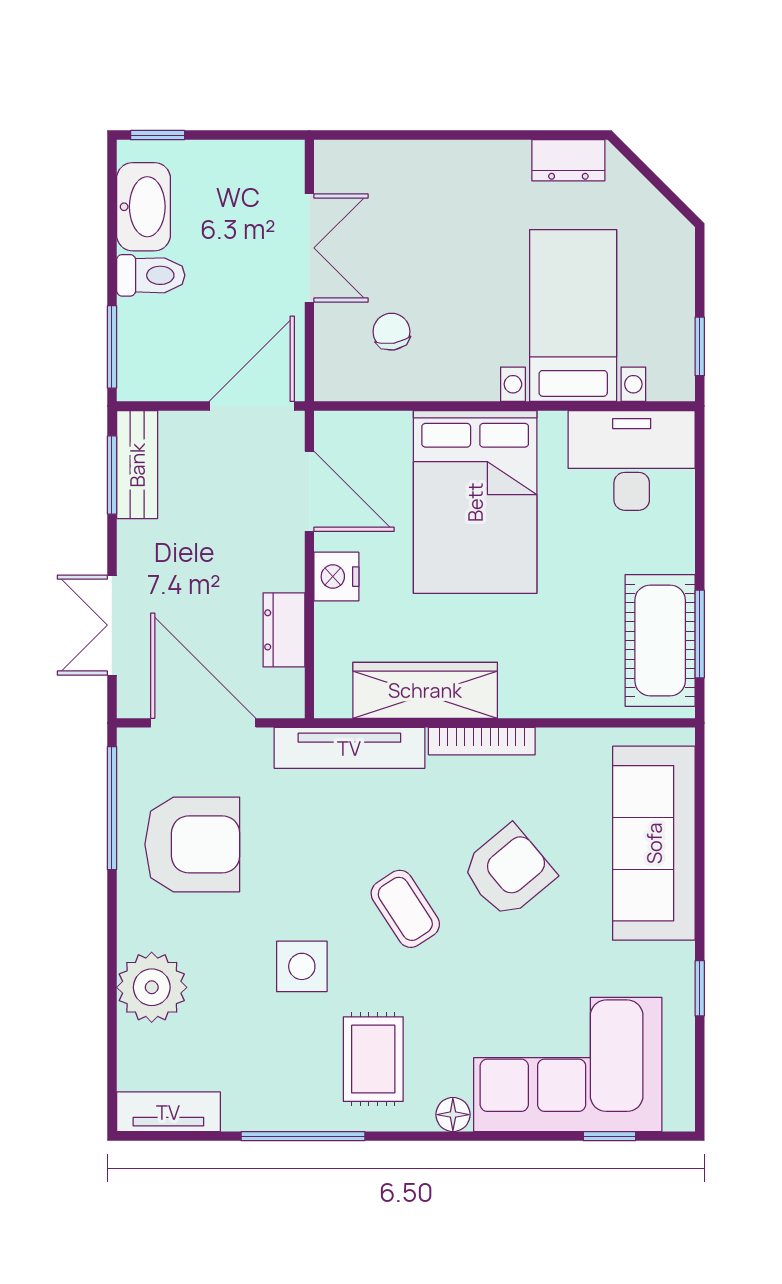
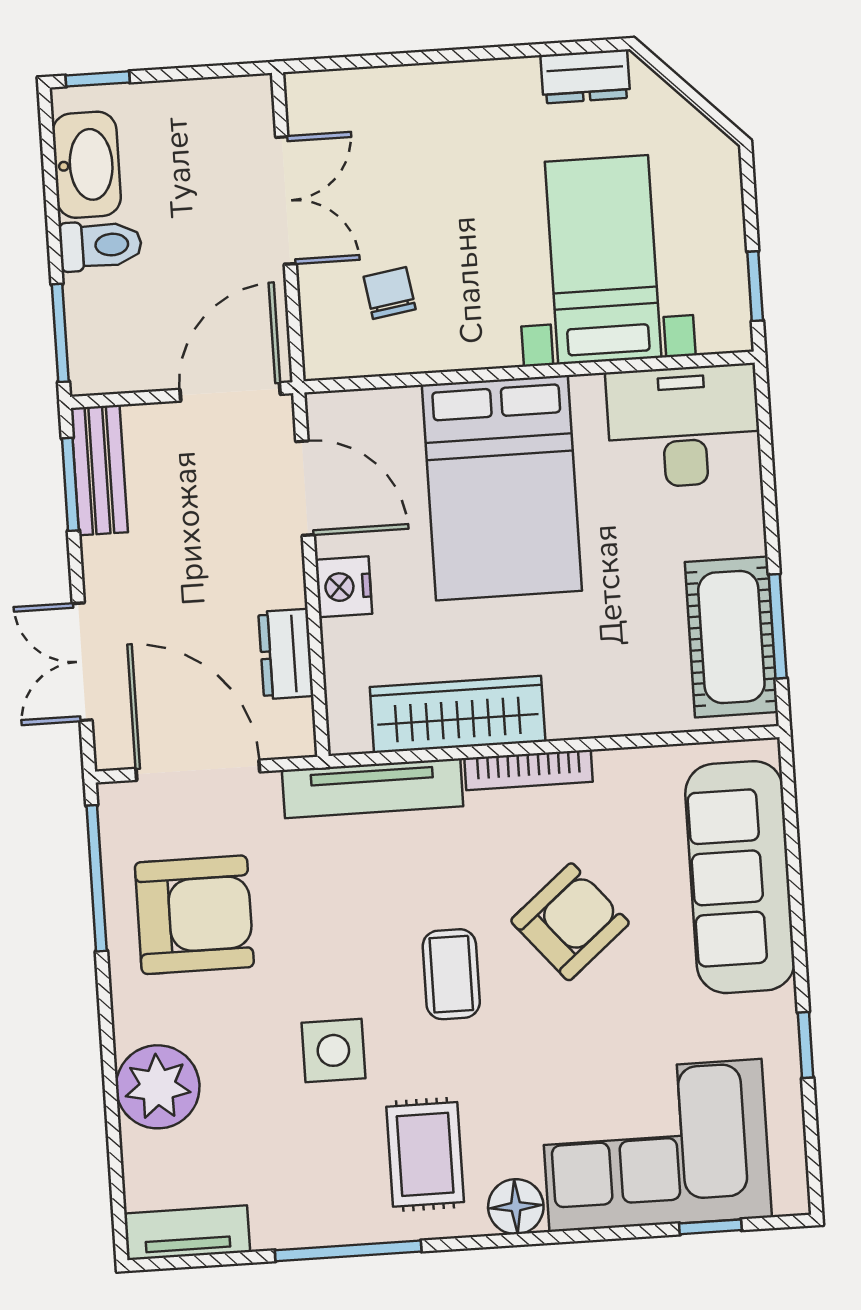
coffee table: (405, 909) -> (451, 974), turned 33
floor lamp: (453, 1115) -> (516, 1207), width x1.37, depth x1.37

